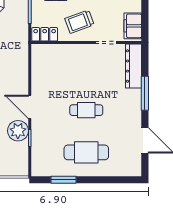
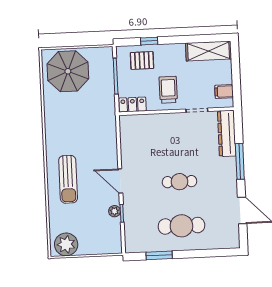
trolley: (79, 22) -> (168, 90), turned 110
filing cabinet: (133, 26) -> (224, 92), width x0.50
plant: (18, 131) -> (115, 211), width x0.53, depth x0.53

